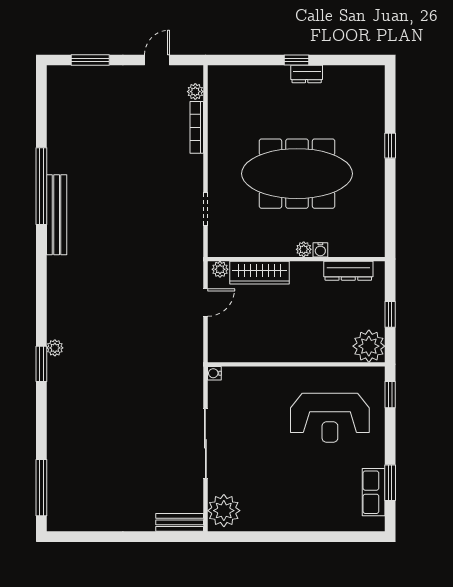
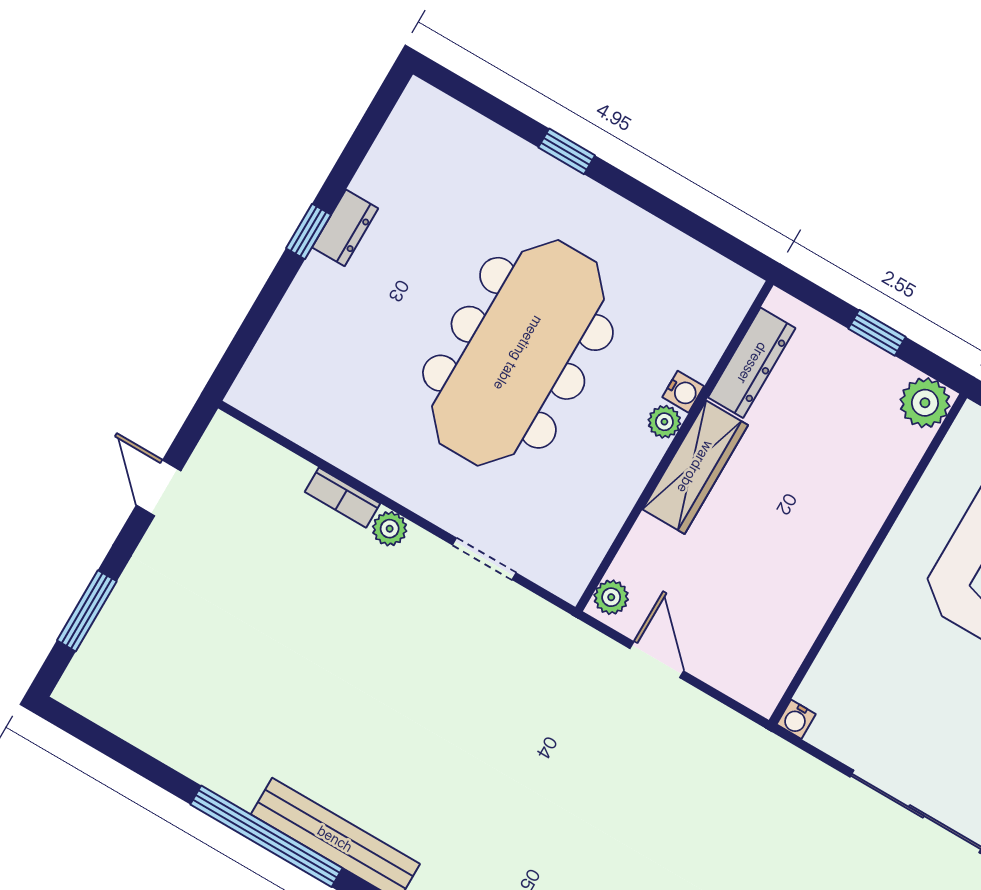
plant: (195, 92) -> (390, 529), moved
bookcase: (197, 127) -> (342, 498), width x0.64
wardrobe: (259, 273) -> (695, 467), moved
plant: (369, 346) -> (925, 403), width x0.73, depth x0.73

